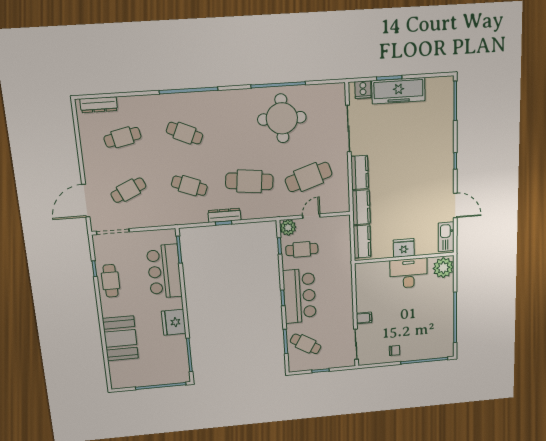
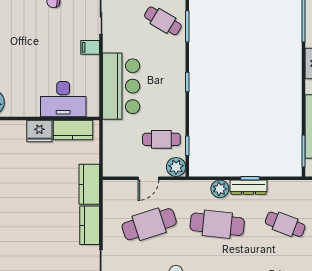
plant: (249, 212) -> (220, 189), added
kitchen counter: (362, 242) -> (73, 130), moved, turned -90
desk: (409, 273) -> (63, 99), moved
bar counter: (300, 296) -> (121, 86), moved, turned 180

